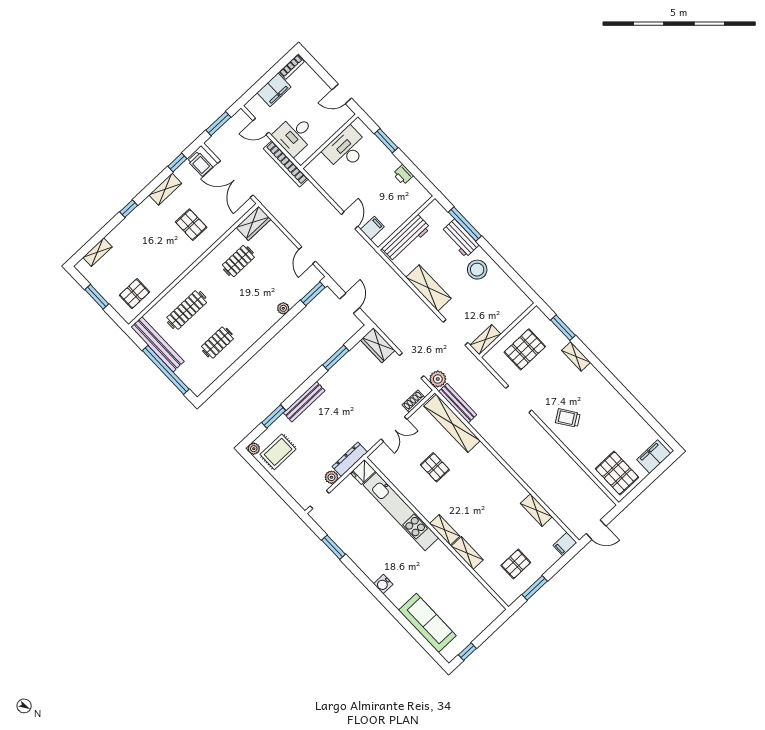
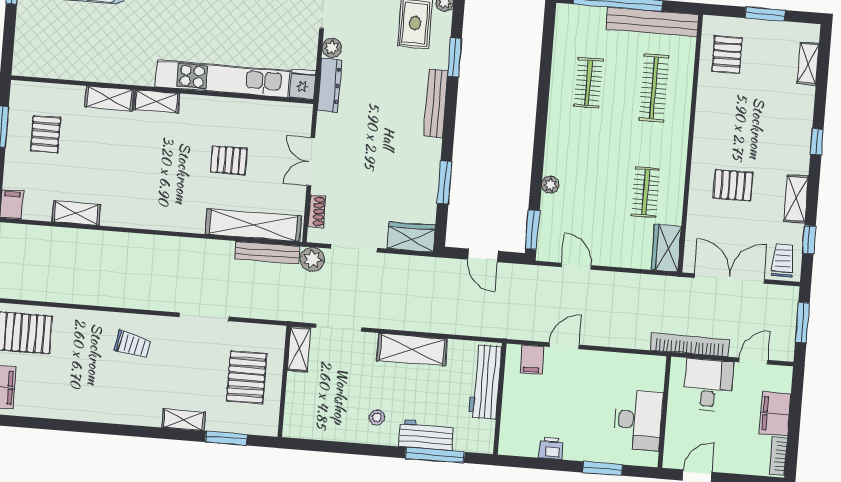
trolley: (200, 164) -> (783, 261), turned 90
door: (350, 220) -> (564, 346), swing flipped
stool: (477, 270) -> (377, 417), width x0.53, depth x0.53
trolley: (568, 418) -> (132, 345), turned 46

